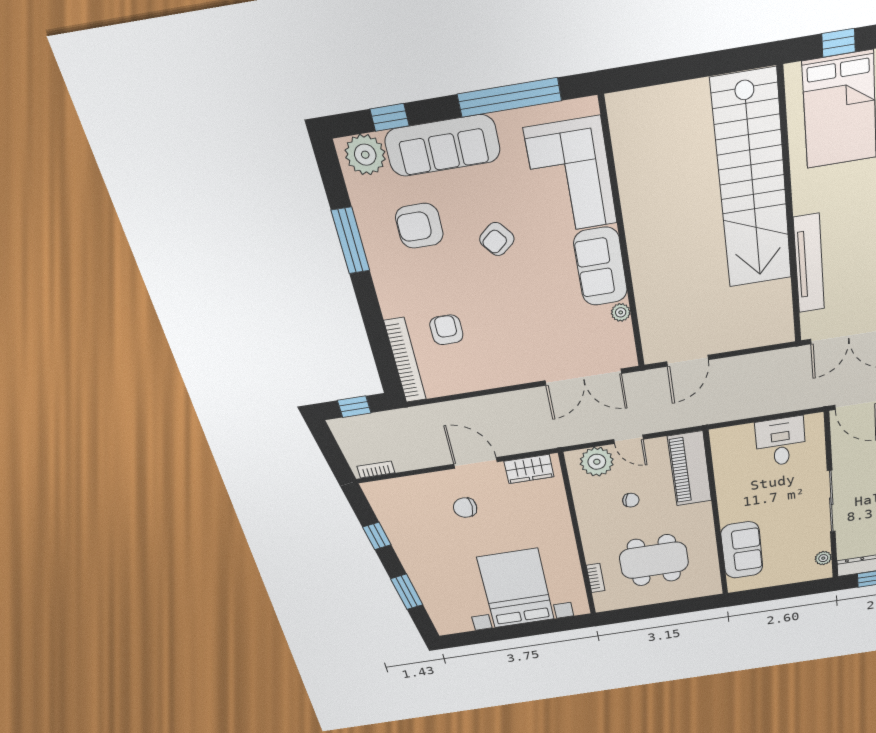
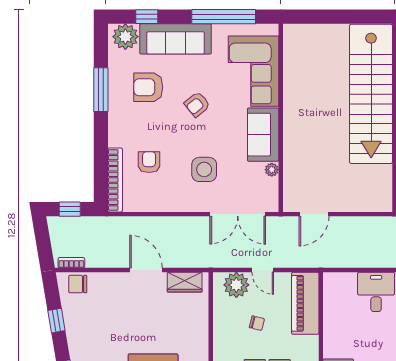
side table: (526, 327) -> (204, 169), added
chair: (465, 508) -> (78, 284), moved

